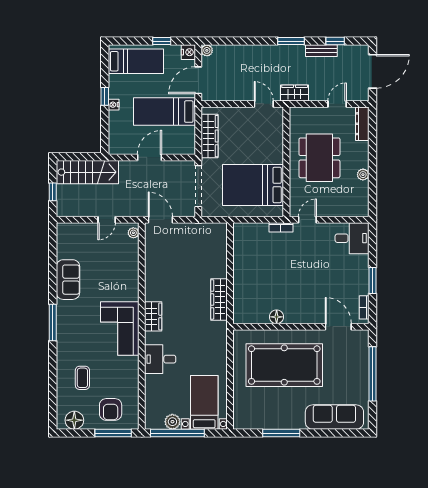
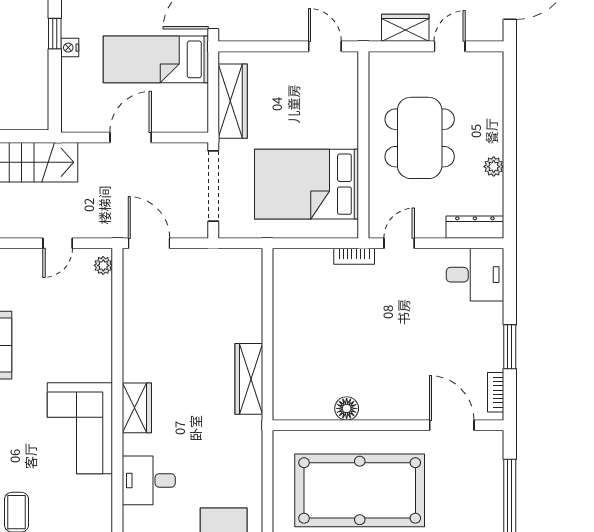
wardrobe: (295, 93) -> (405, 28), moved
dresser: (362, 124) -> (475, 227), moved, turned 90

